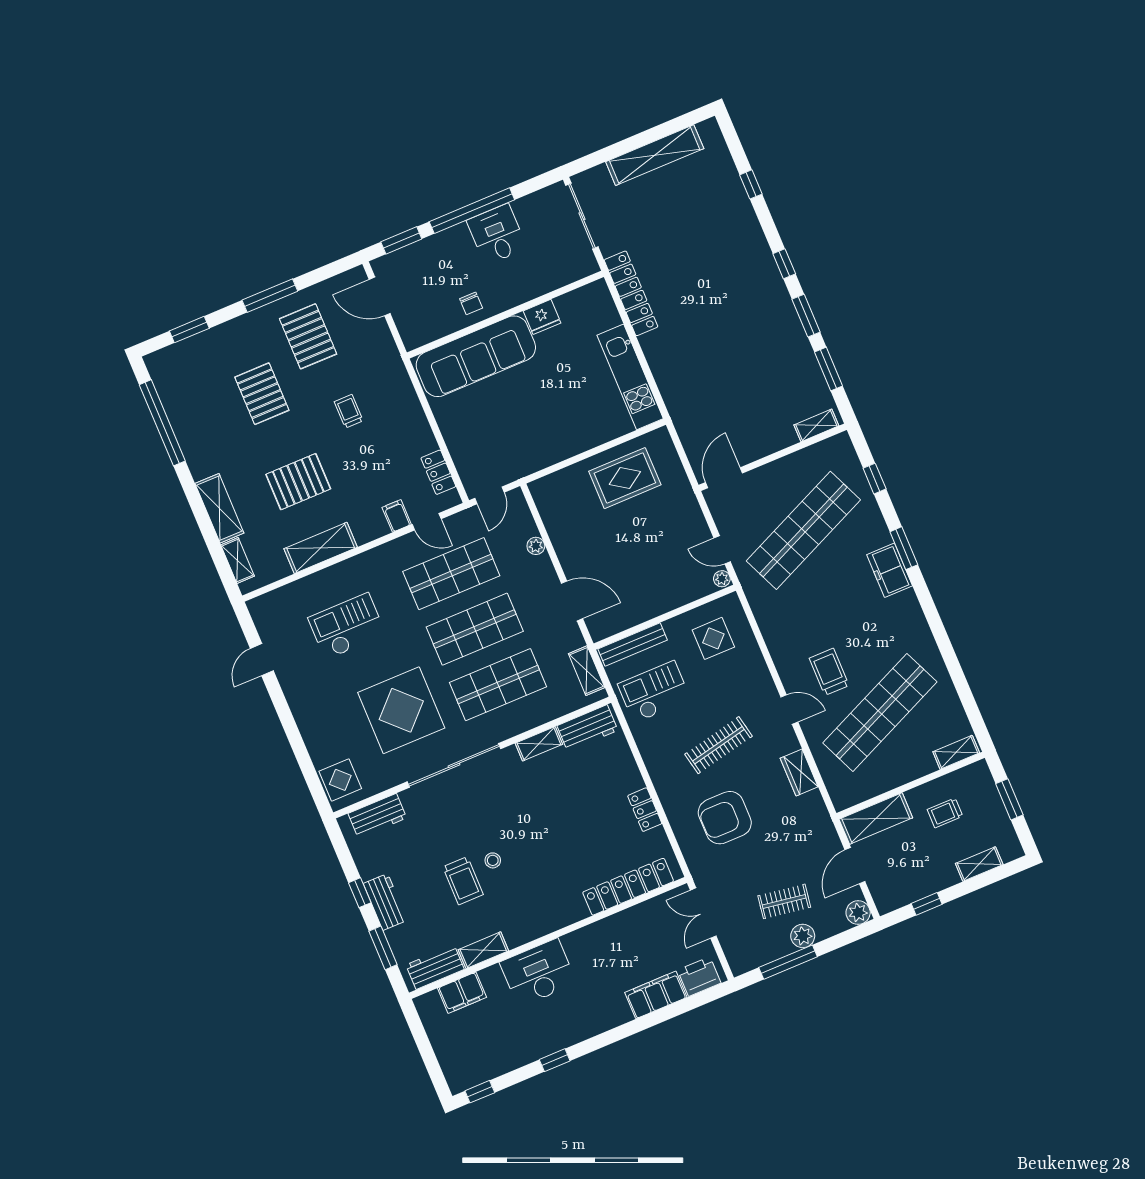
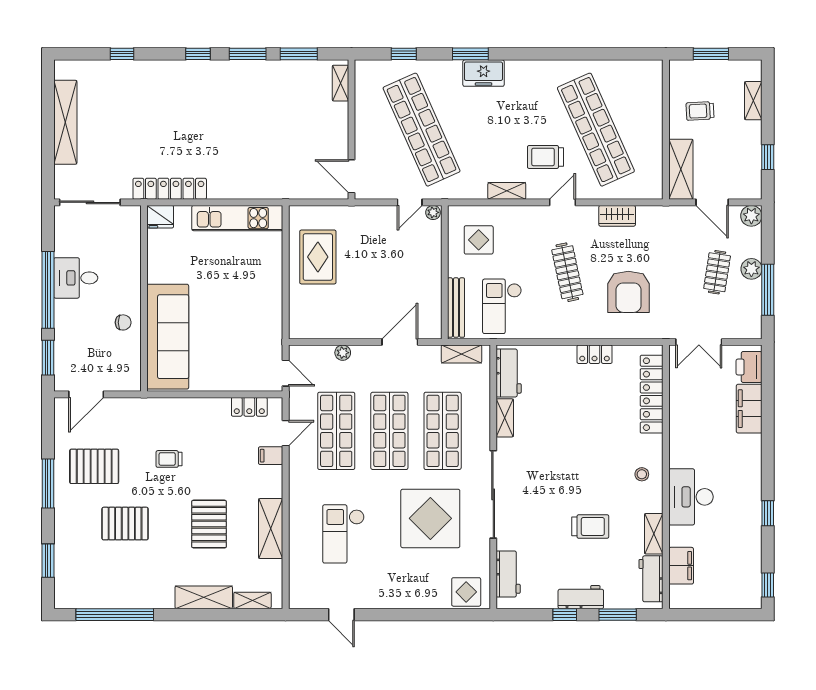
fridge: (542, 317) -> (160, 217), moved, turned 90
shelving: (956, 752) -> (507, 191), moved, turned 90
trolley: (945, 813) -> (700, 111), turned 87
stool: (493, 860) -> (642, 474), moved

